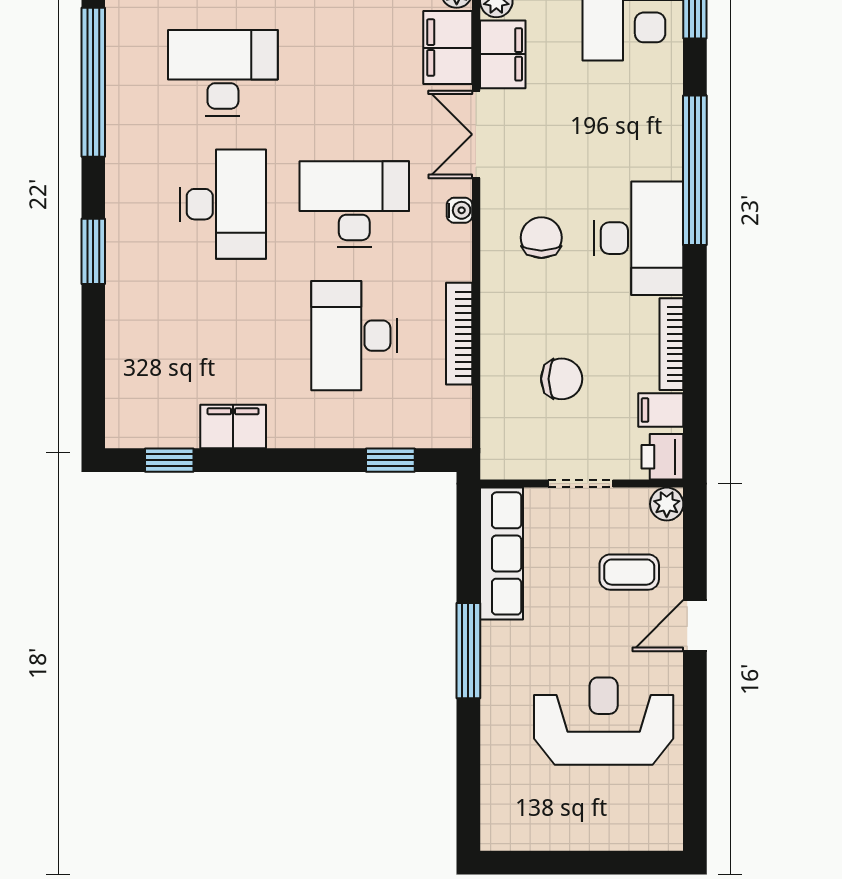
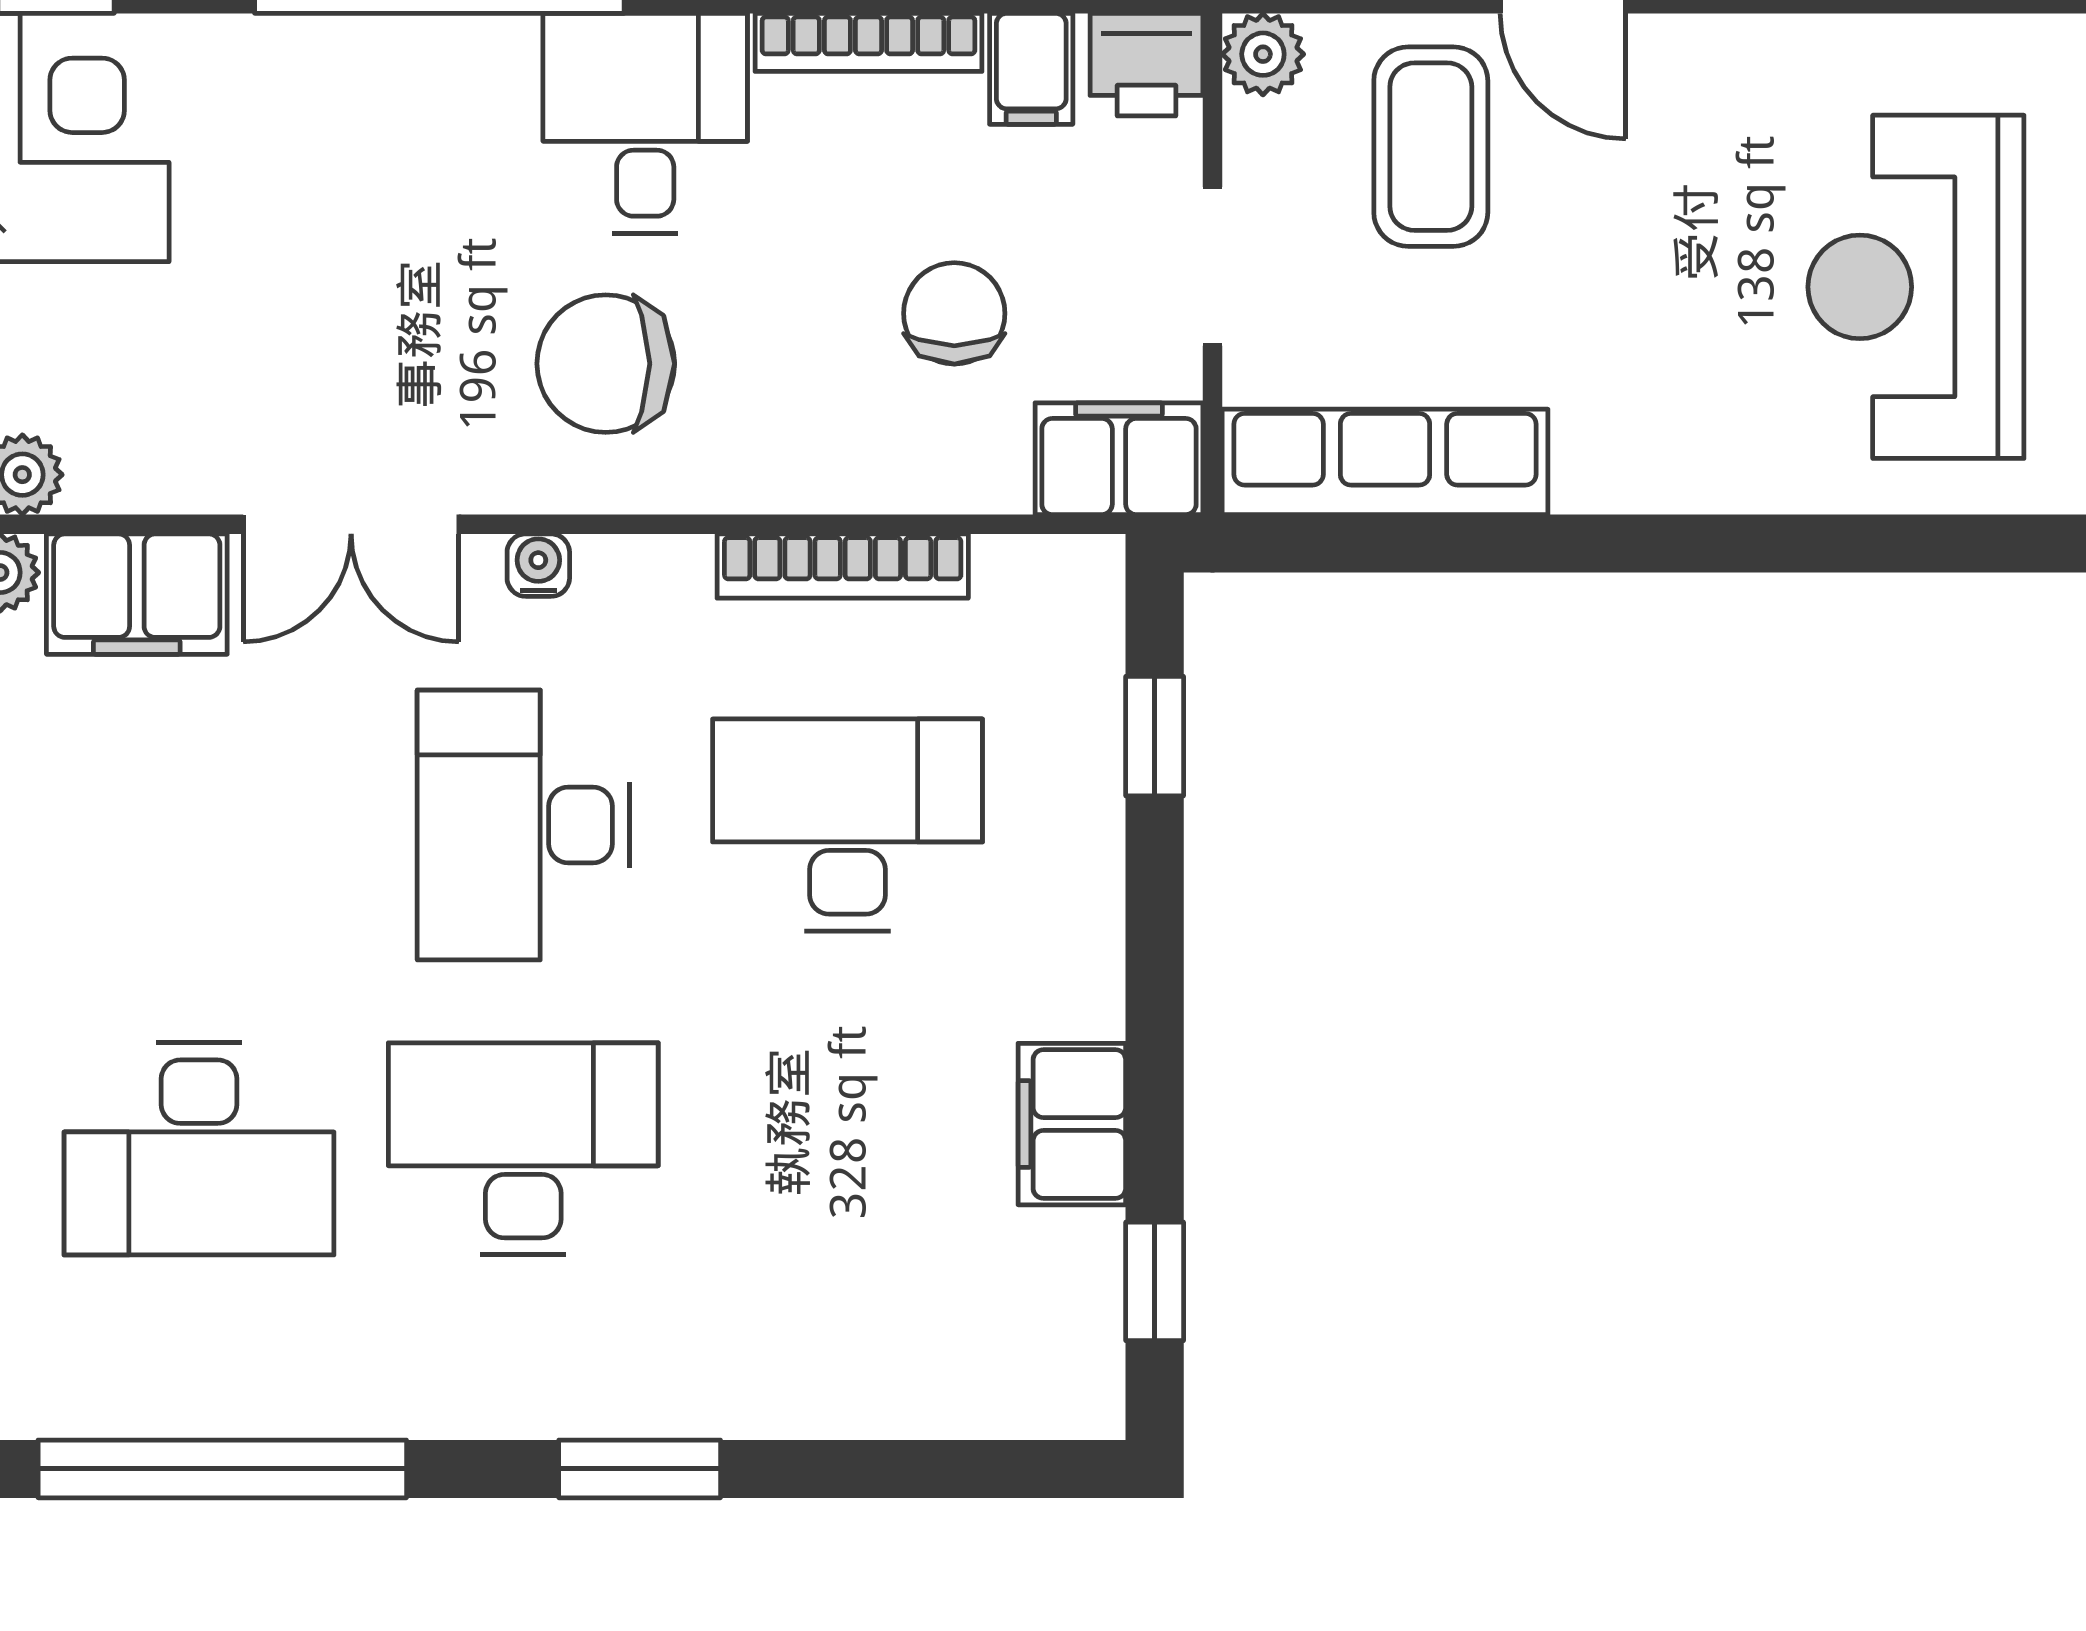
filing cabinet: (503, 54) -> (1119, 459), moved
desk: (223, 73) -> (199, 1149), turned -90
chair: (541, 238) -> (606, 364), width x1.37, depth x1.37
desk: (639, 238) -> (645, 124), width x0.73
desk: (354, 336) -> (848, 825), turned 180
coffee table: (629, 572) -> (1431, 147), width x1.36, depth x1.30
window: (468, 651) -> (1625, 544), removed
reception desk: (604, 721) -> (1916, 287), moved

